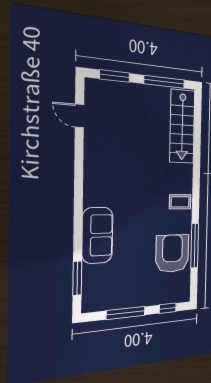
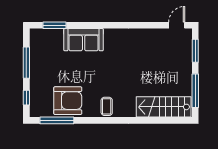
door: (79, 116) -> (177, 25), moved
window: (195, 246) -> (57, 120), moved

